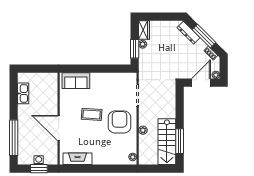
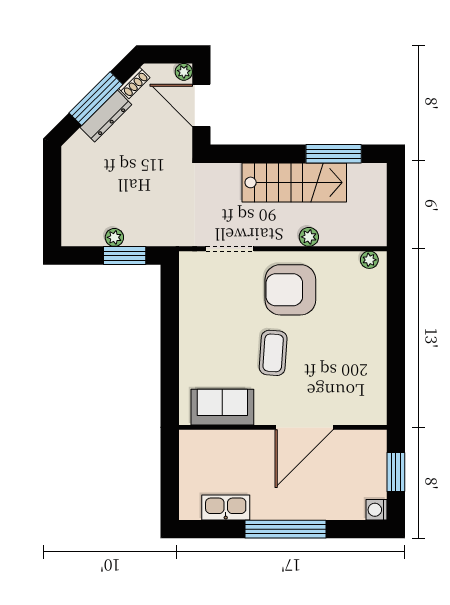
wardrobe: (144, 30) -> (82, 234), removed
dresser: (188, 33) -> (106, 116), moved
sofa: (76, 81) -> (222, 407), moved, turned -90
window: (14, 138) -> (286, 529), moved
stairs: (167, 142) -> (294, 182), moved
fireplace: (78, 159) -> (374, 385), removed
washing machine: (39, 160) -> (376, 510), moved

